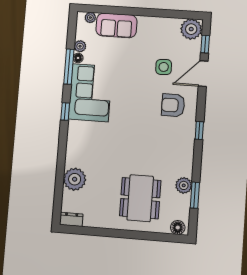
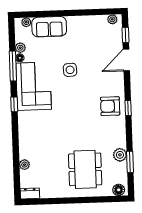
plant: (191, 29) -> (112, 19), width x0.53, depth x0.53
side table: (164, 67) -> (70, 70), moved
armchair: (173, 105) -> (110, 106), moved
plant: (75, 179) -> (24, 165), width x0.53, depth x0.53

